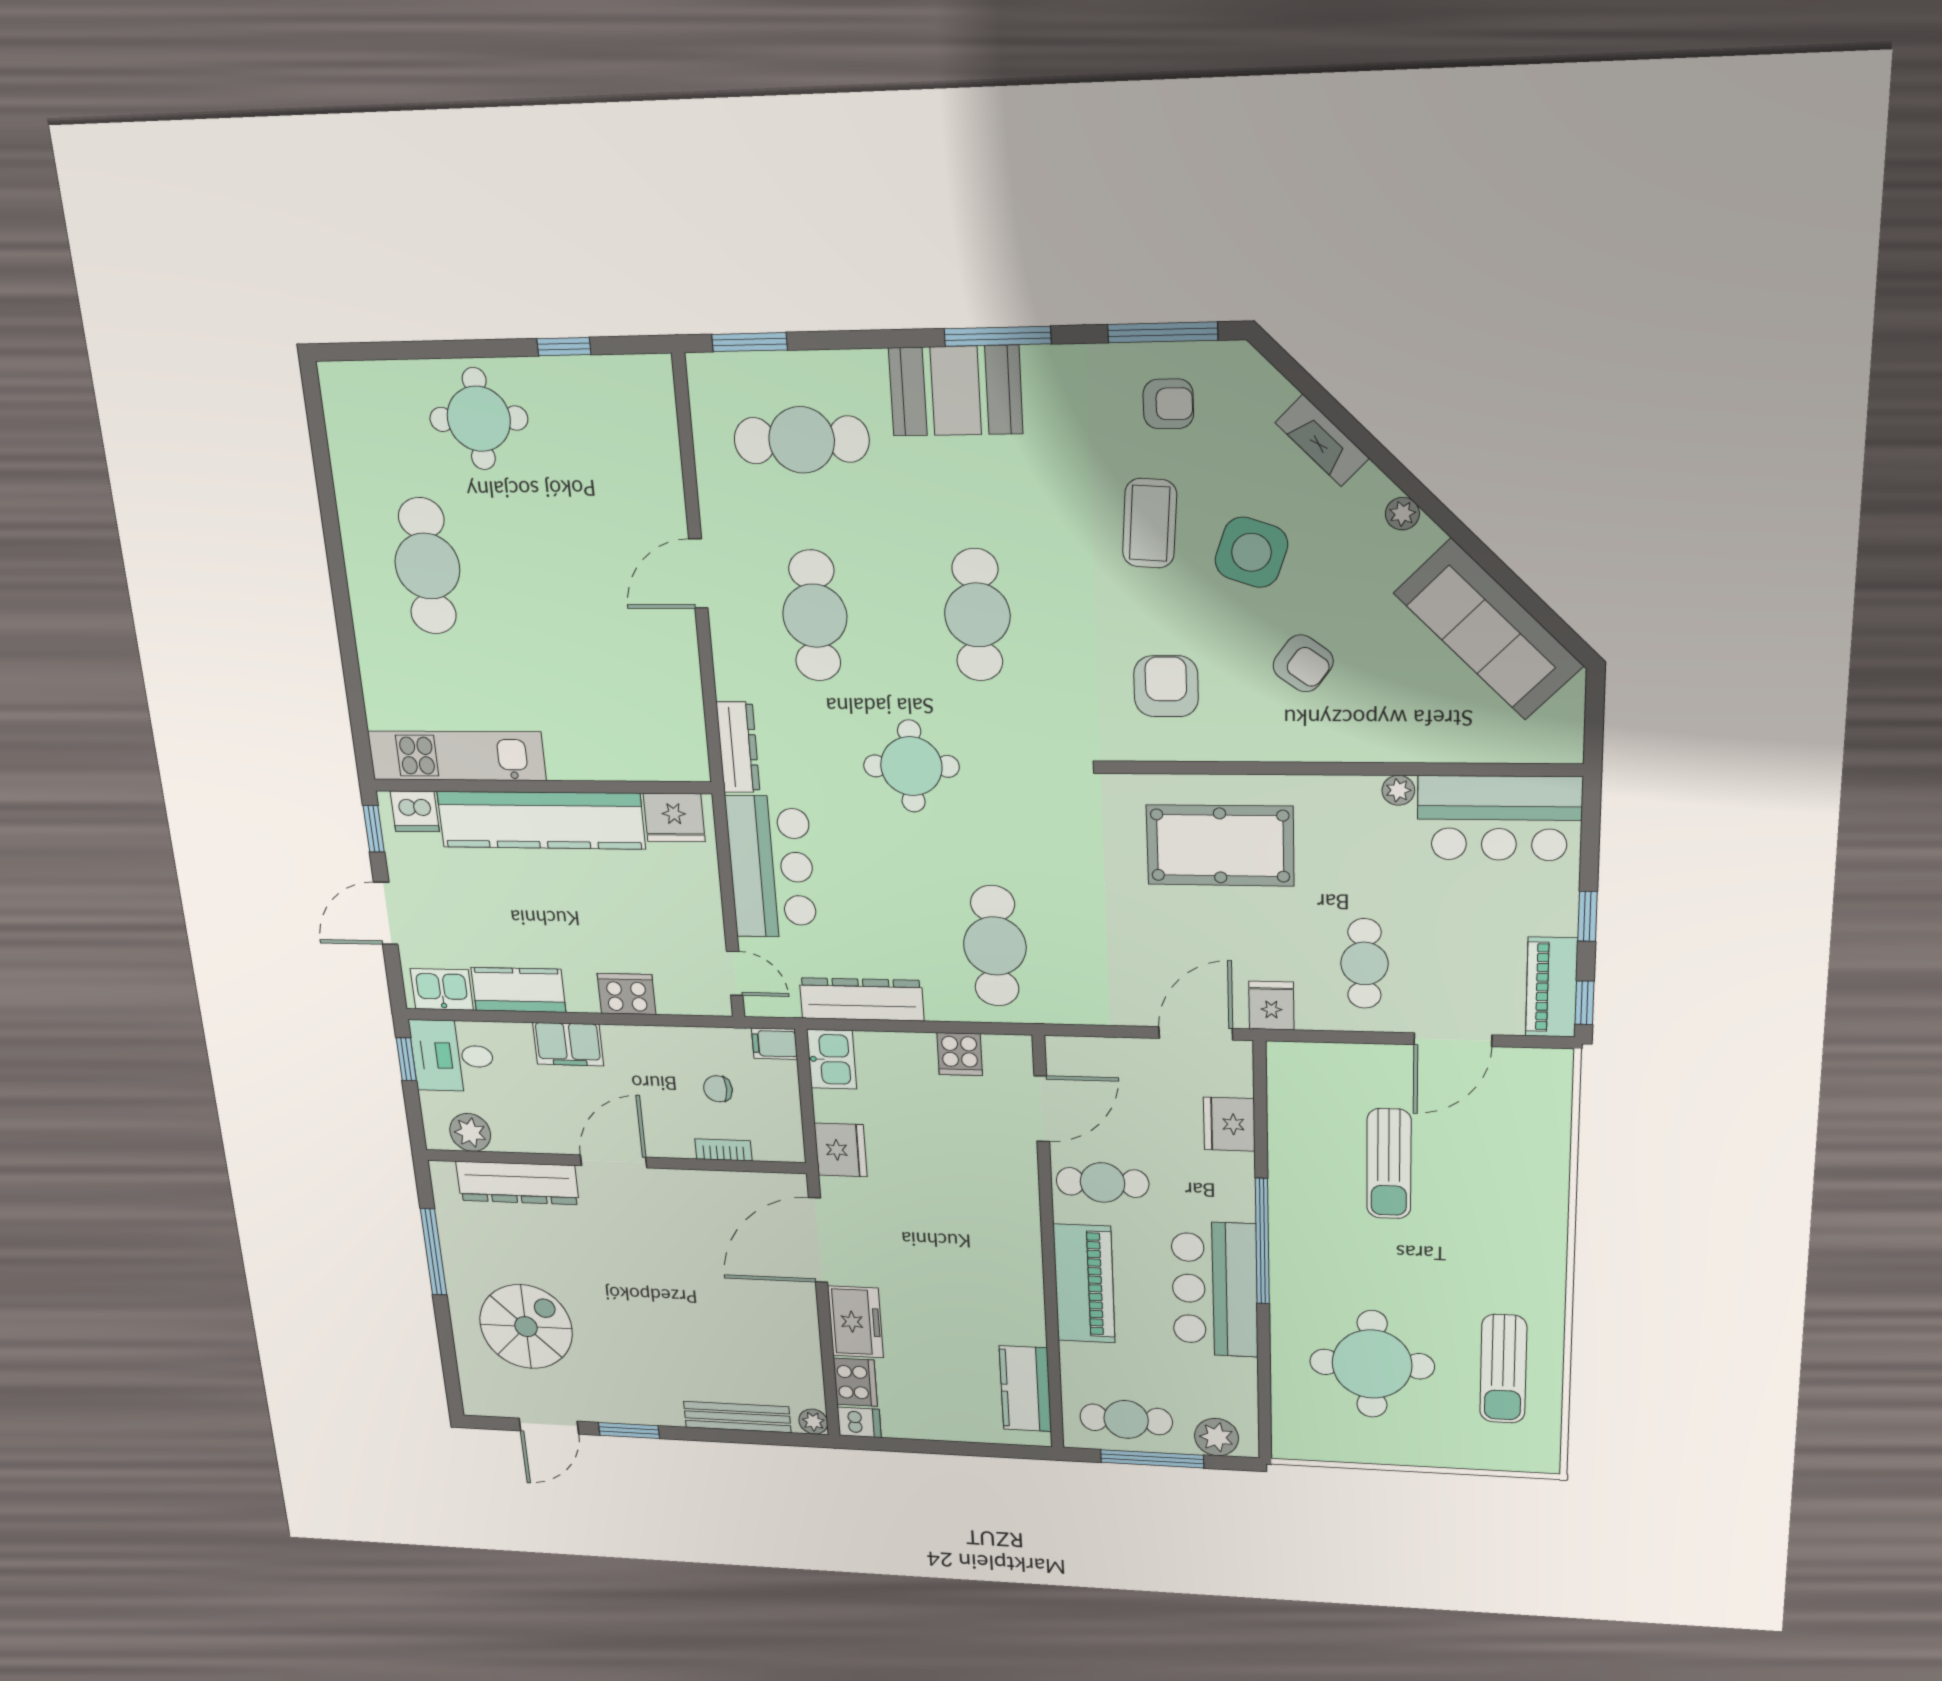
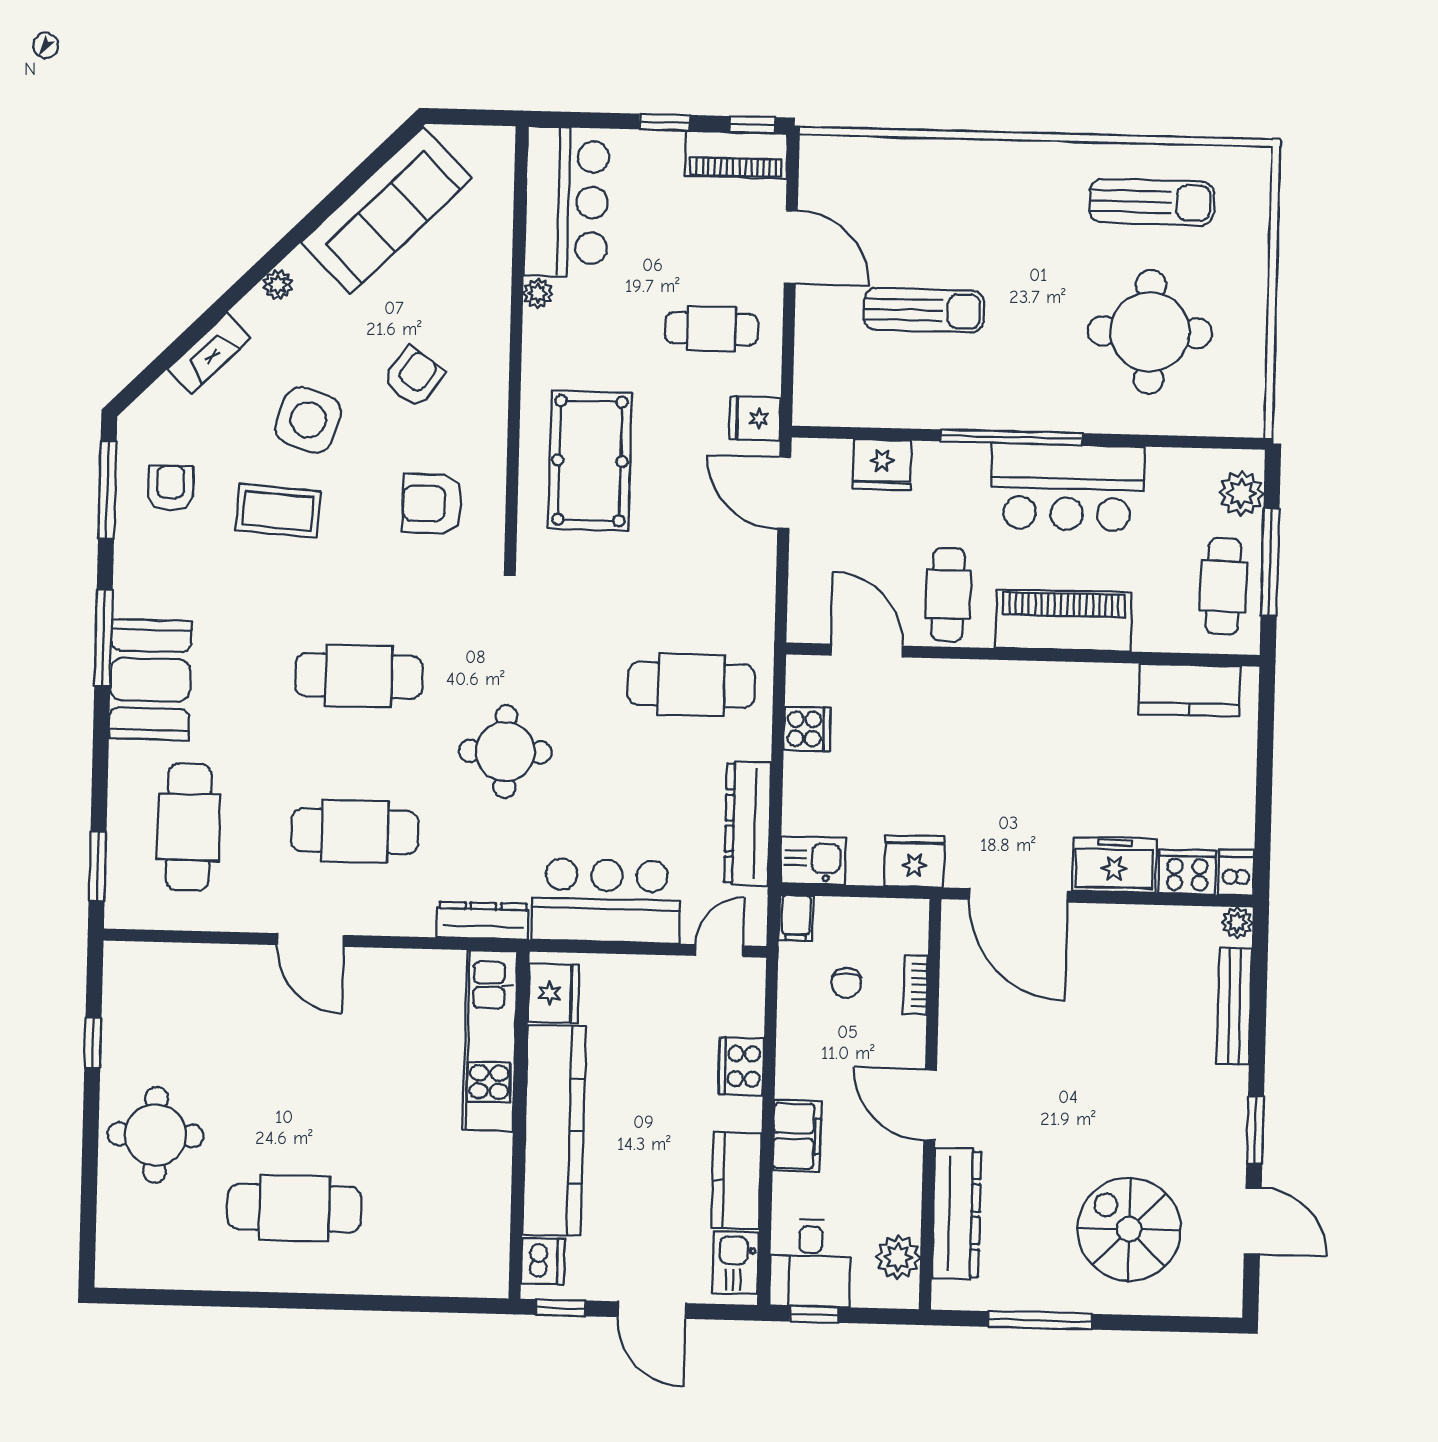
kitchen unit: (457, 756) -> (490, 1041), moved

